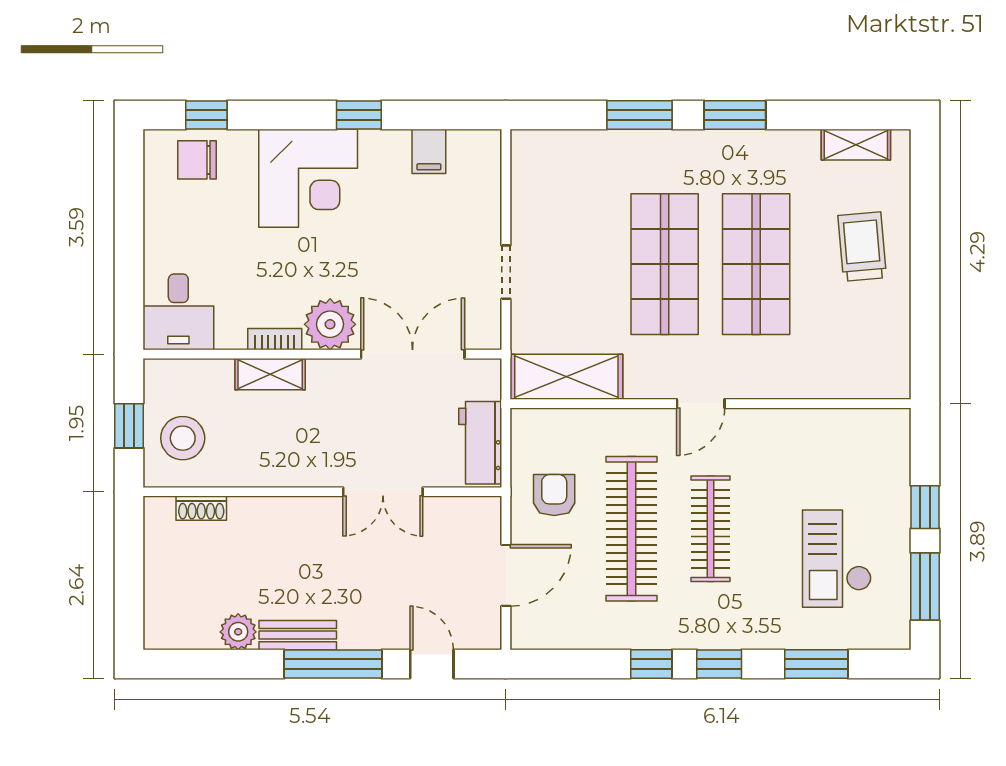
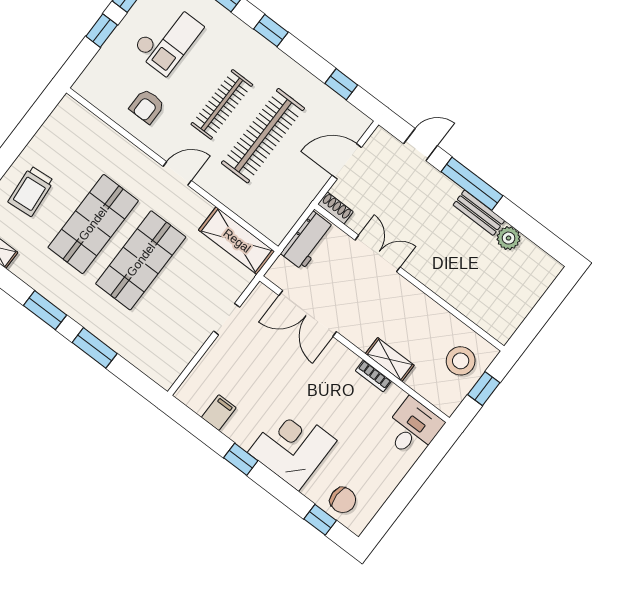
plant: (330, 324) -> (339, 362), removed
armchair: (554, 495) -> (147, 106), moved
shoe rack: (201, 508) -> (336, 208), moved
door: (432, 664) -> (421, 145), swing flipped
window: (651, 664) -> (341, 84), moved

